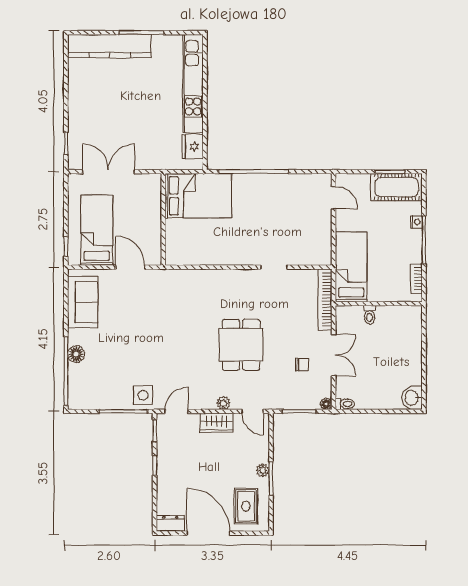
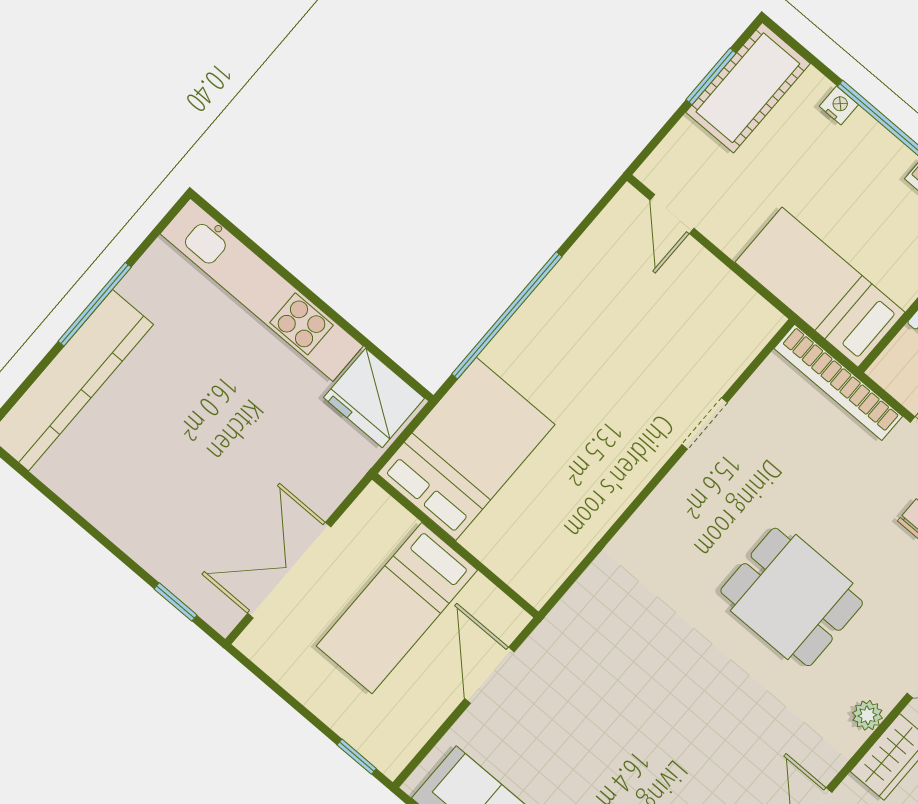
fridge: (193, 147) -> (374, 398), width x1.36, depth x1.34
door: (334, 198) -> (672, 214), swing flipped
bed: (97, 230) -> (397, 608), moved, turned -90
door: (130, 267) -> (489, 675), hinge flipped

